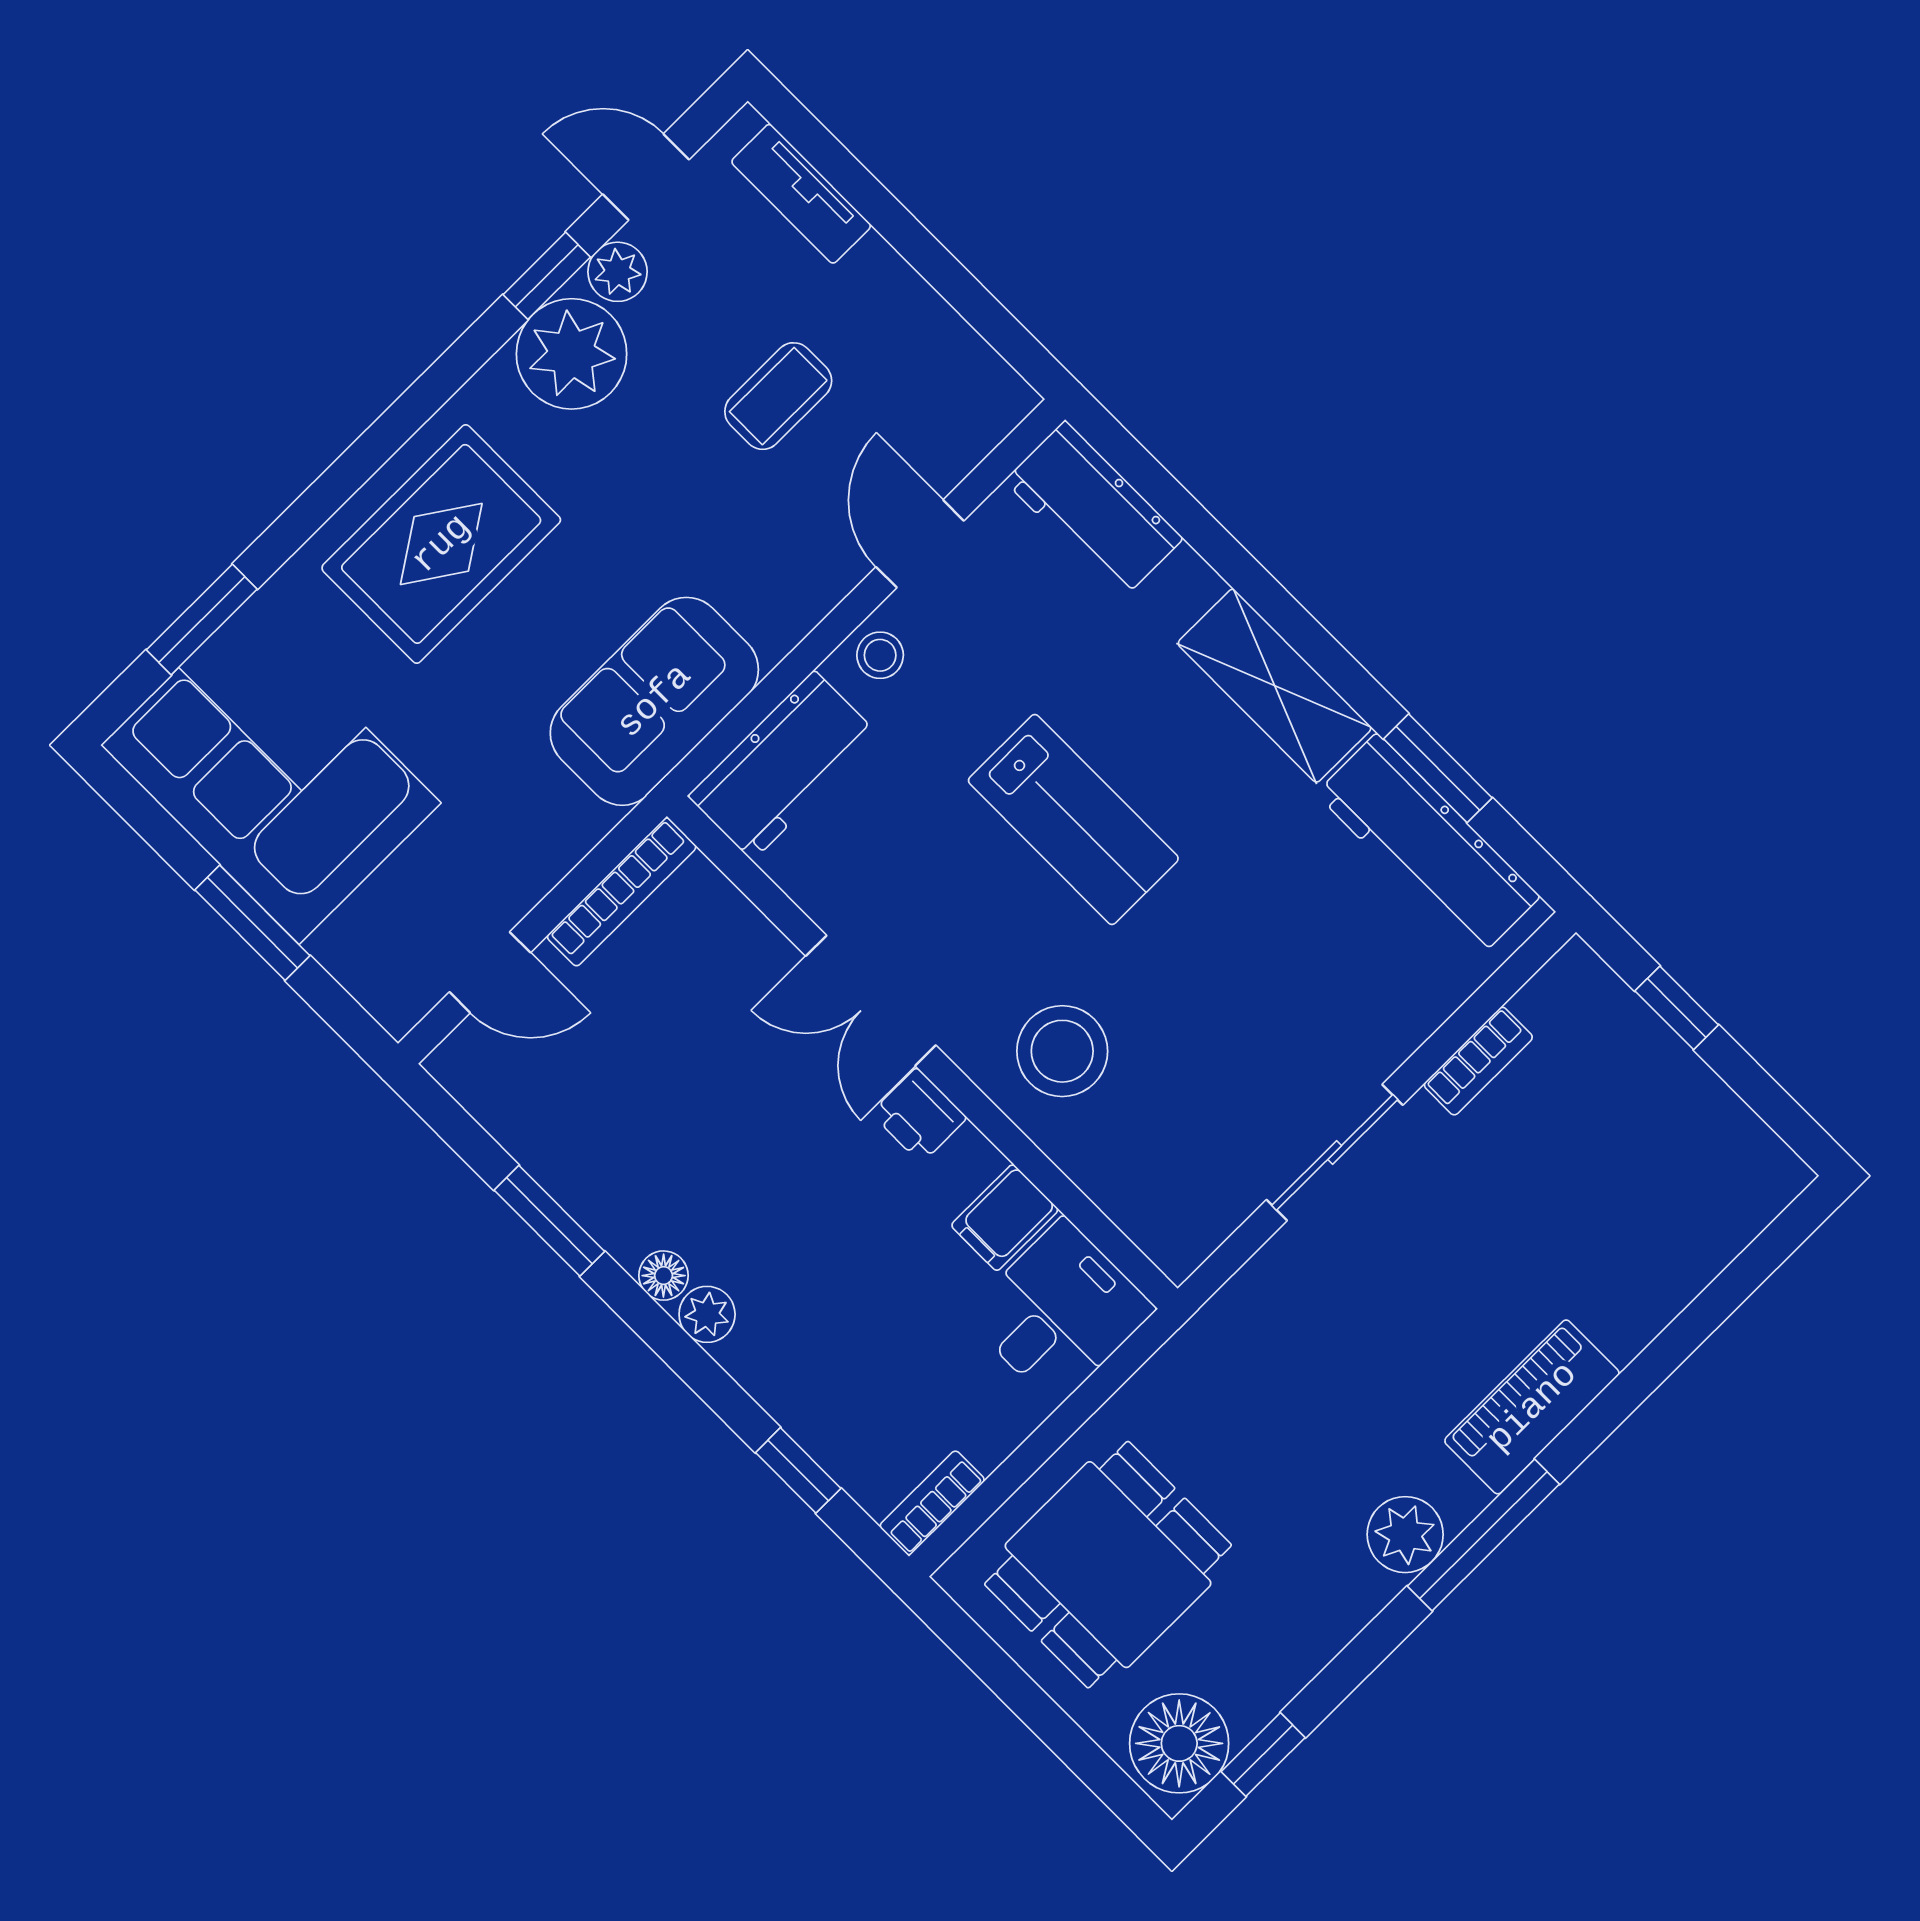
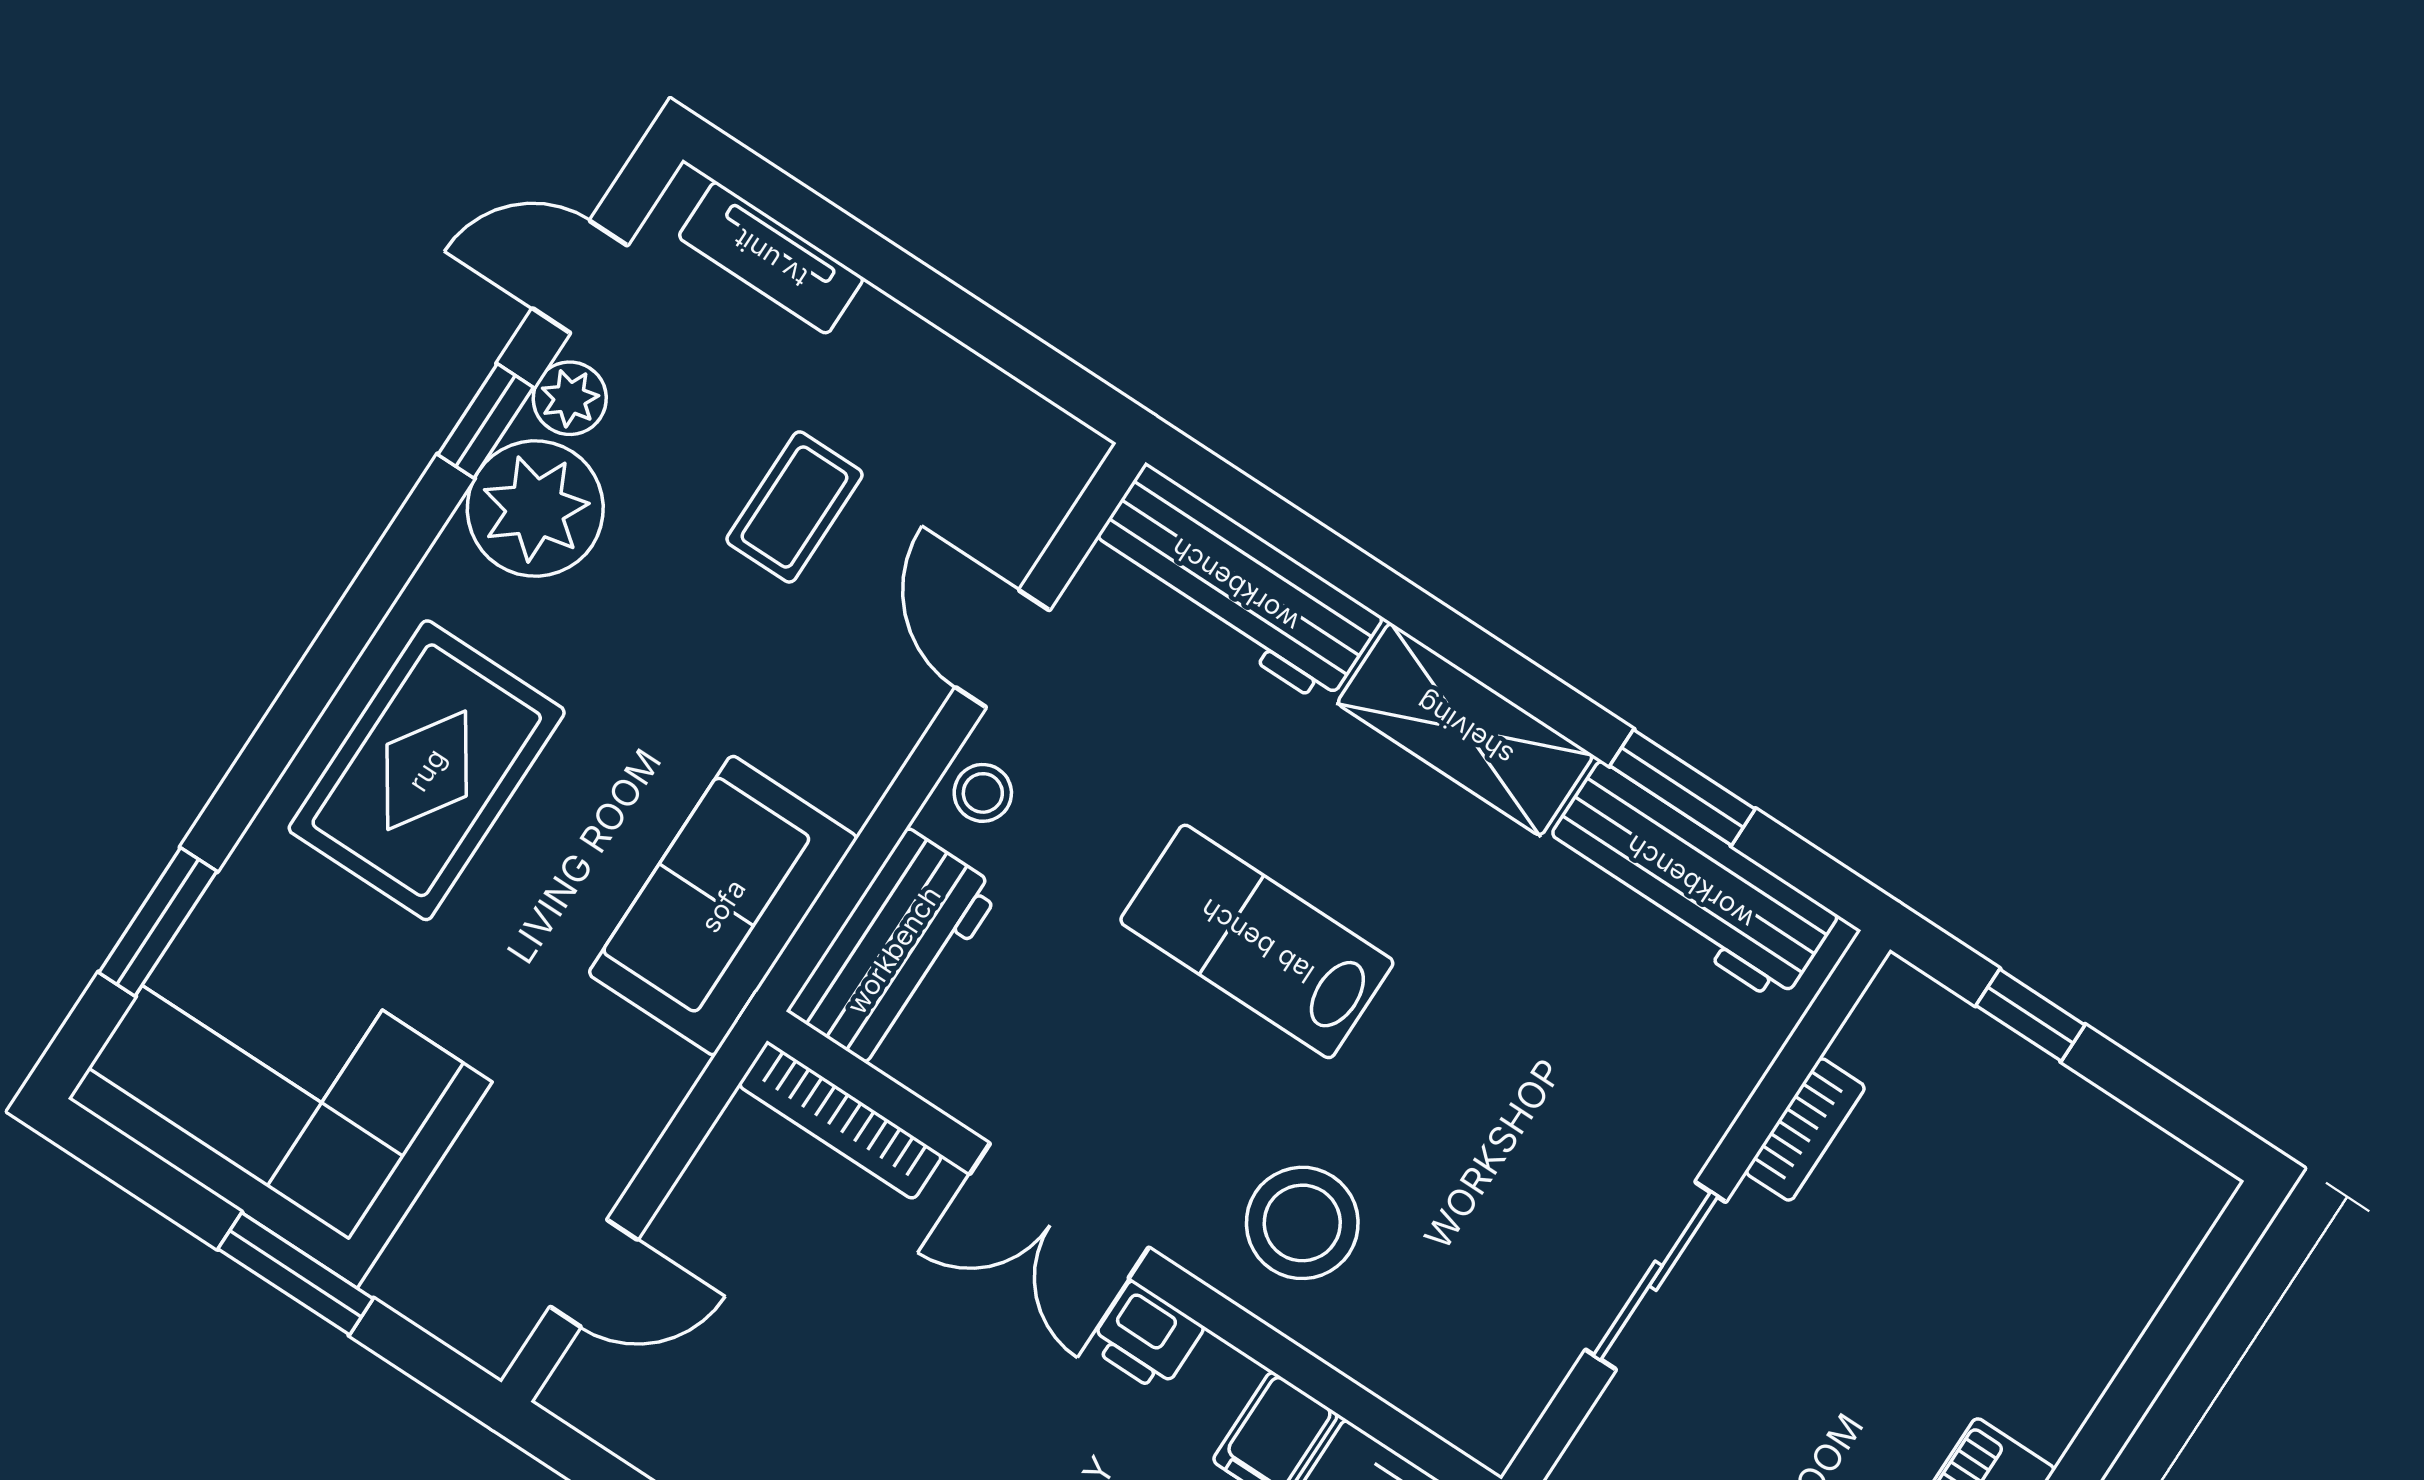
workbench: (1094, 509) -> (1235, 585), width x1.38
lab bench: (1073, 819) -> (1257, 941), turned 180
bookcase: (622, 892) -> (840, 1120), moved, turned 90

